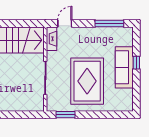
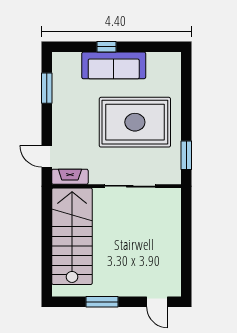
window: (109, 24) -> (47, 88), width x0.69

